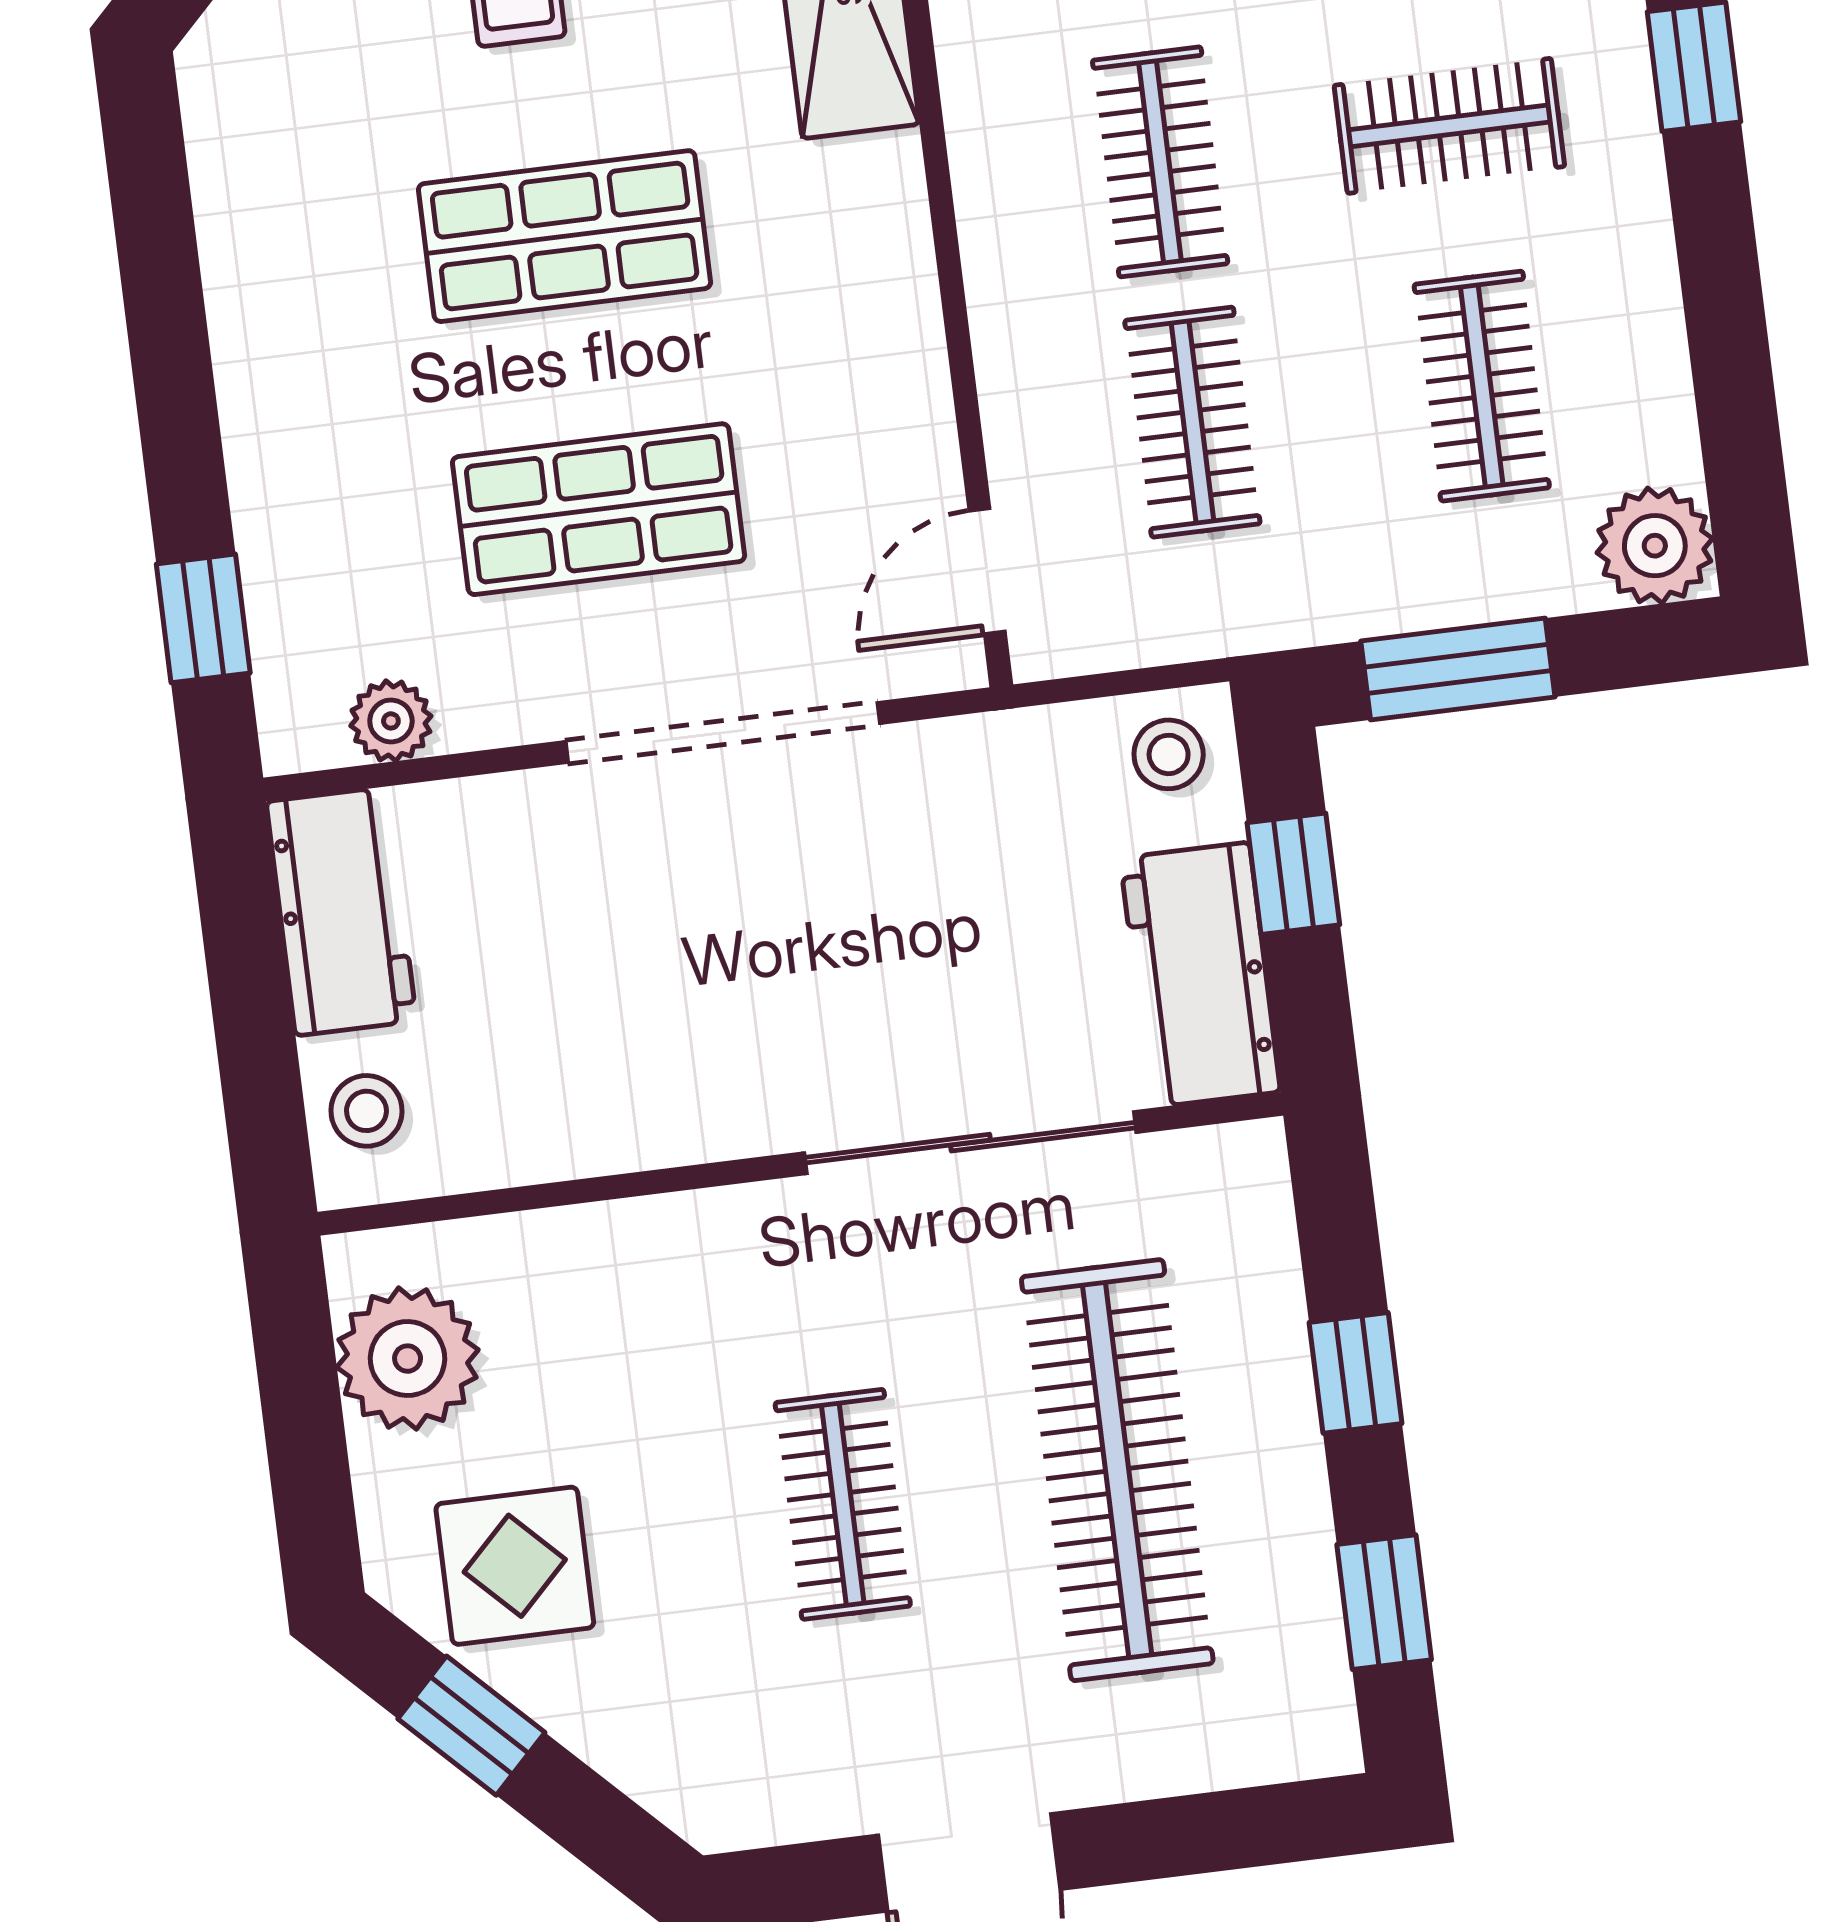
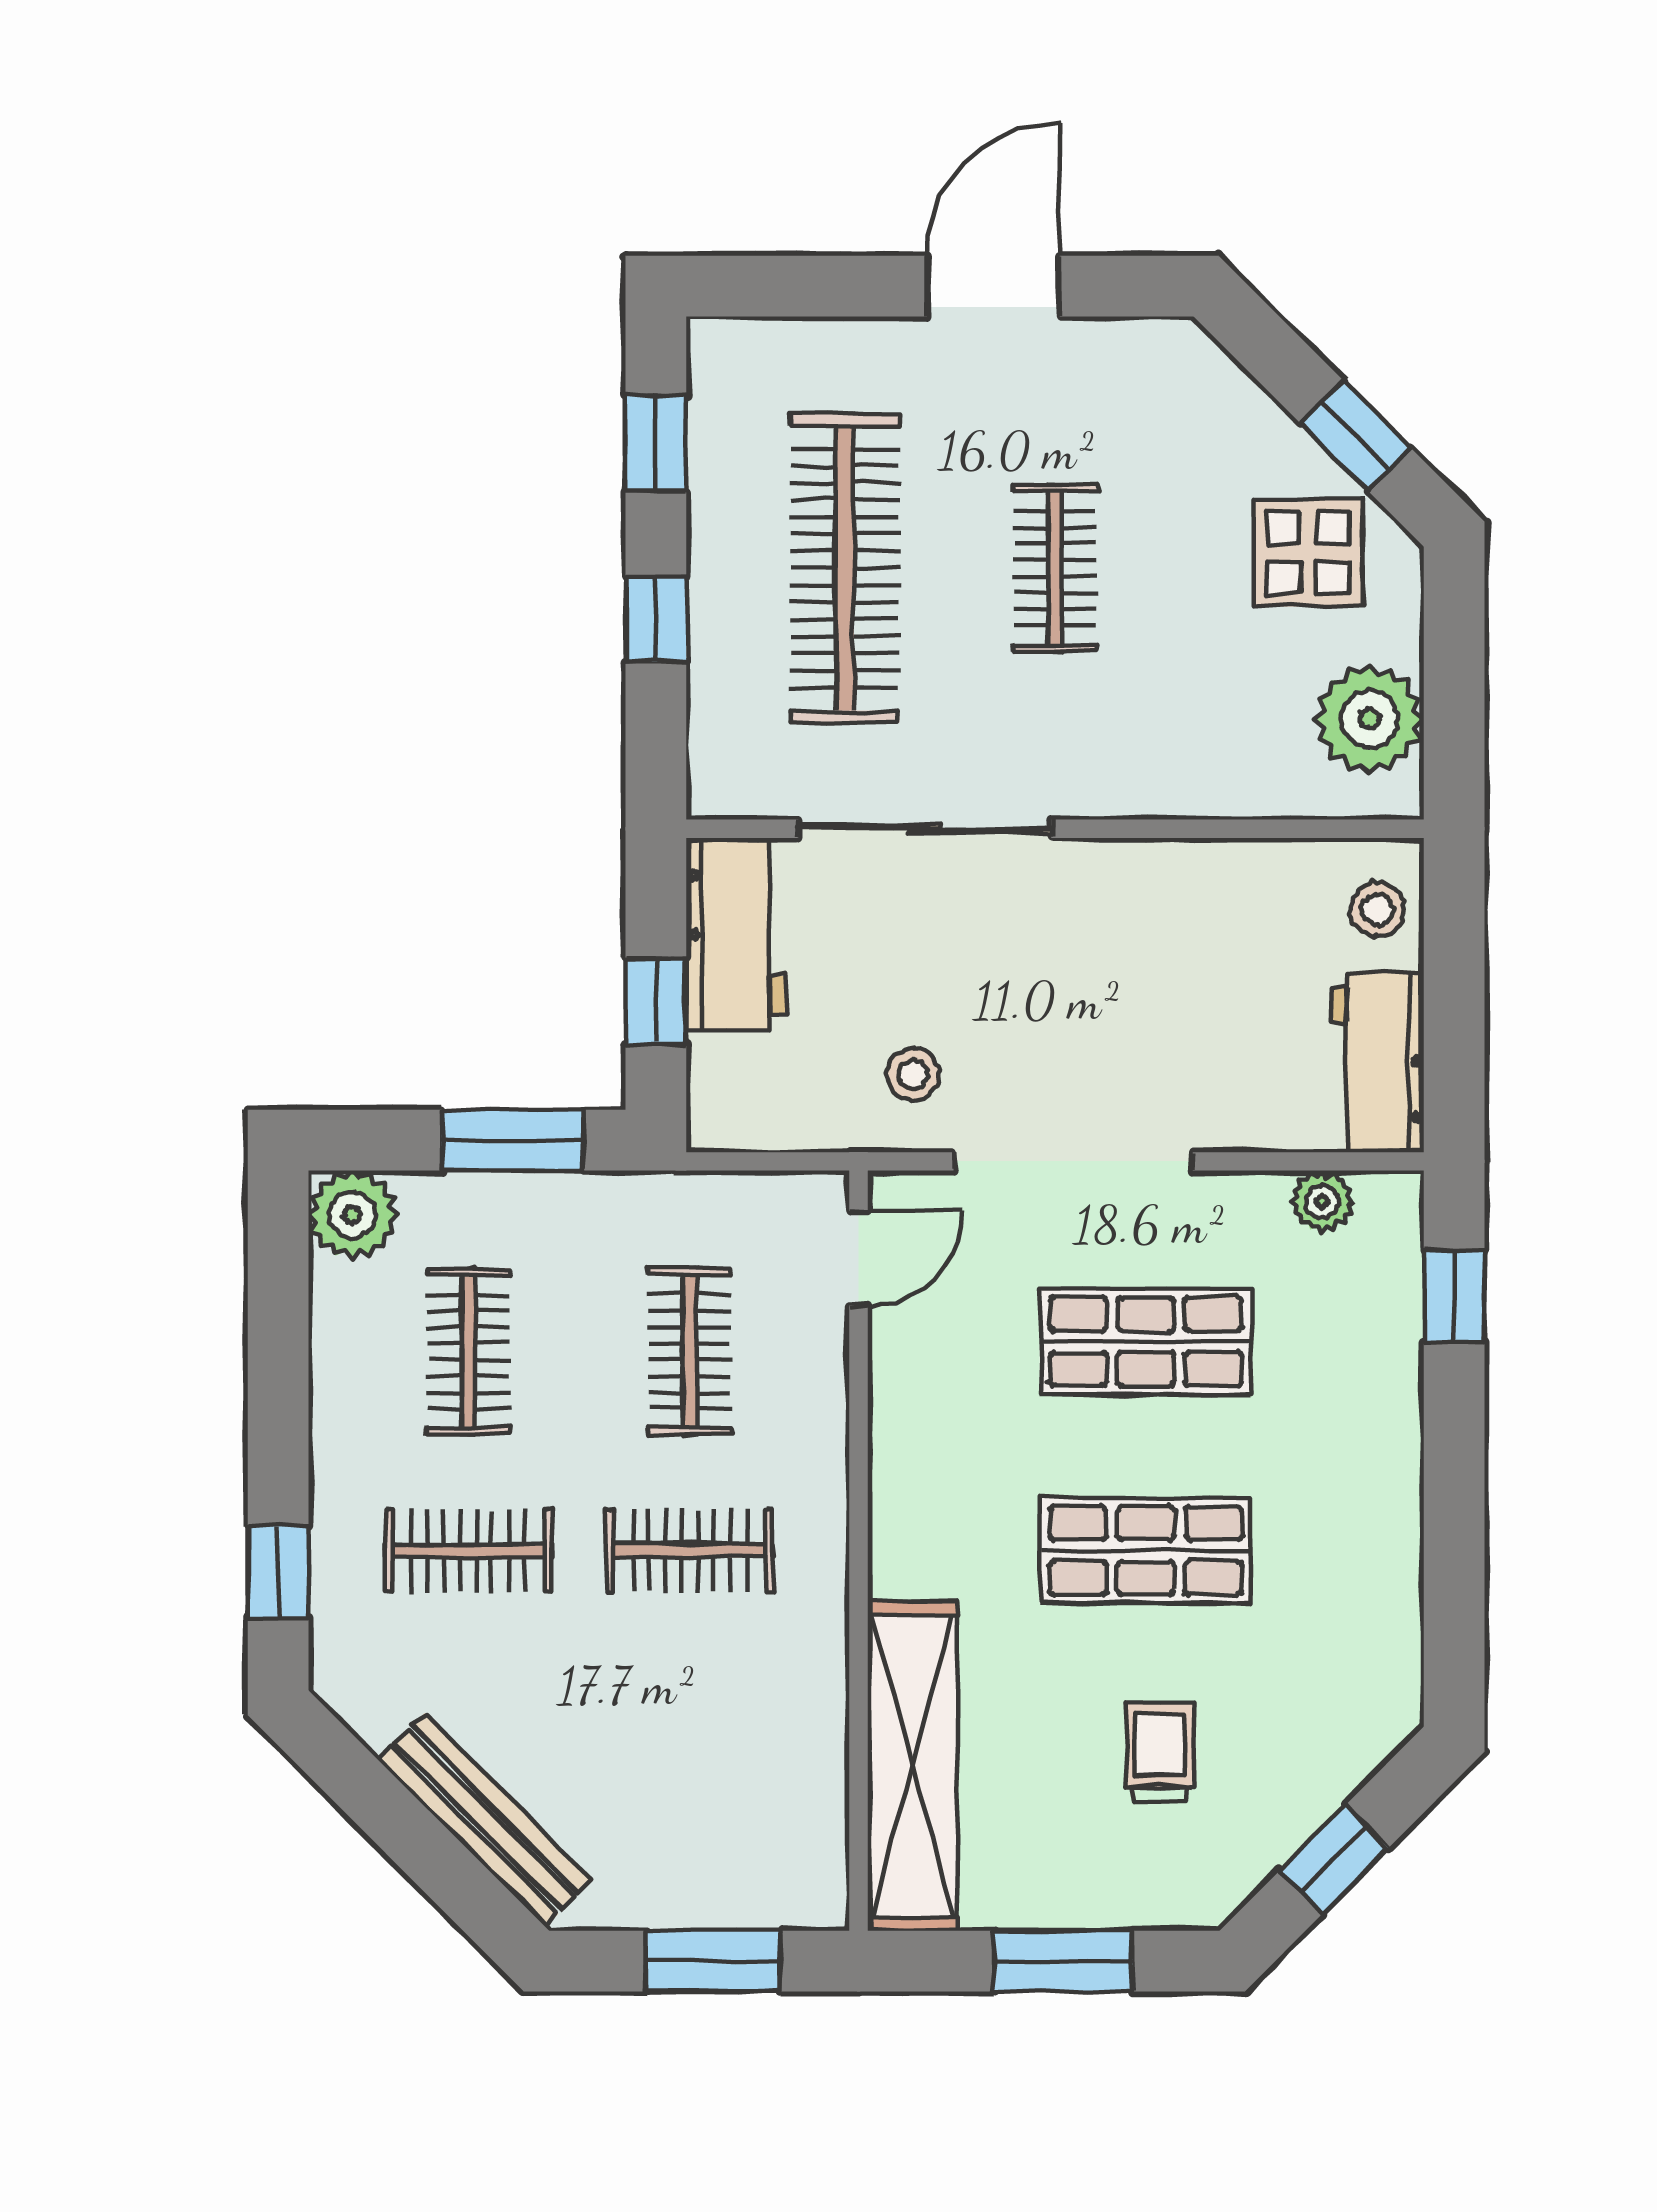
clothes rail: (1160, 162) -> (690, 1551), turned 90
stool: (1169, 754) -> (913, 1074), moved

